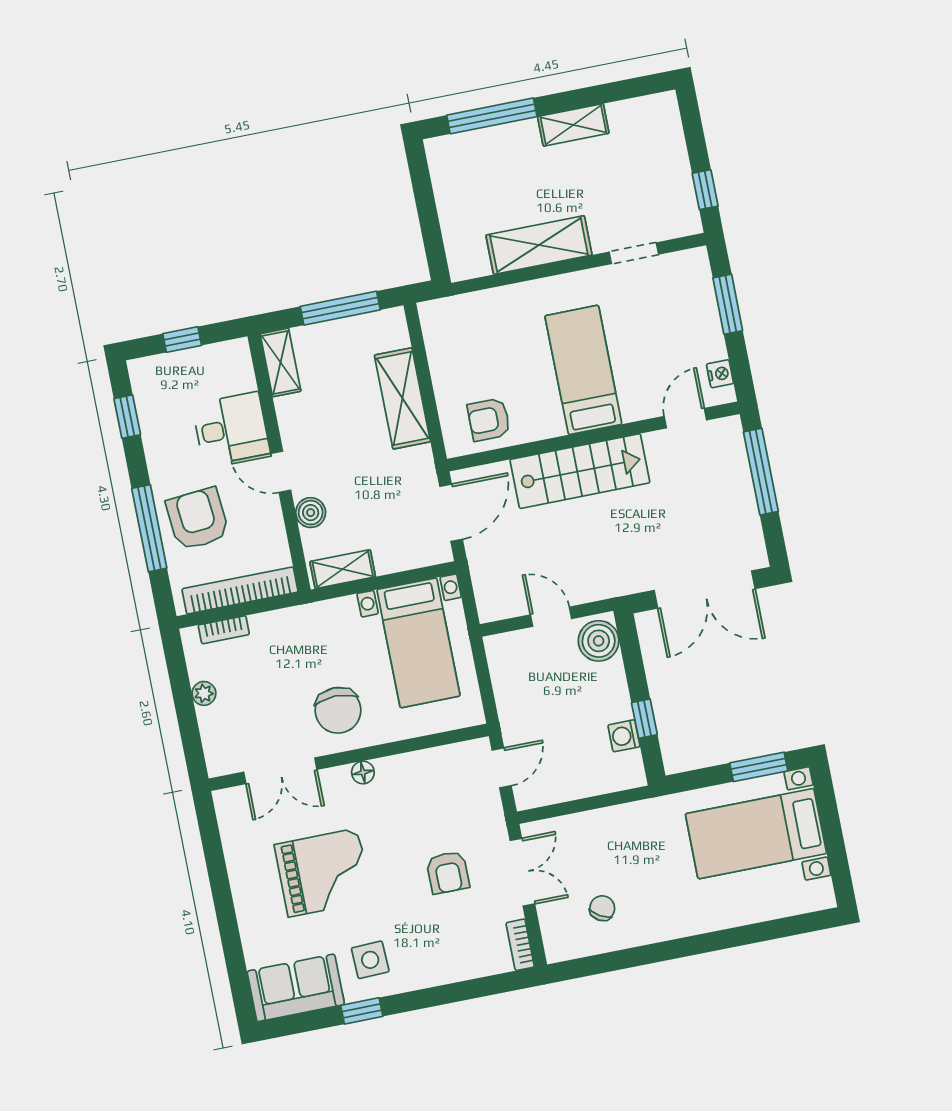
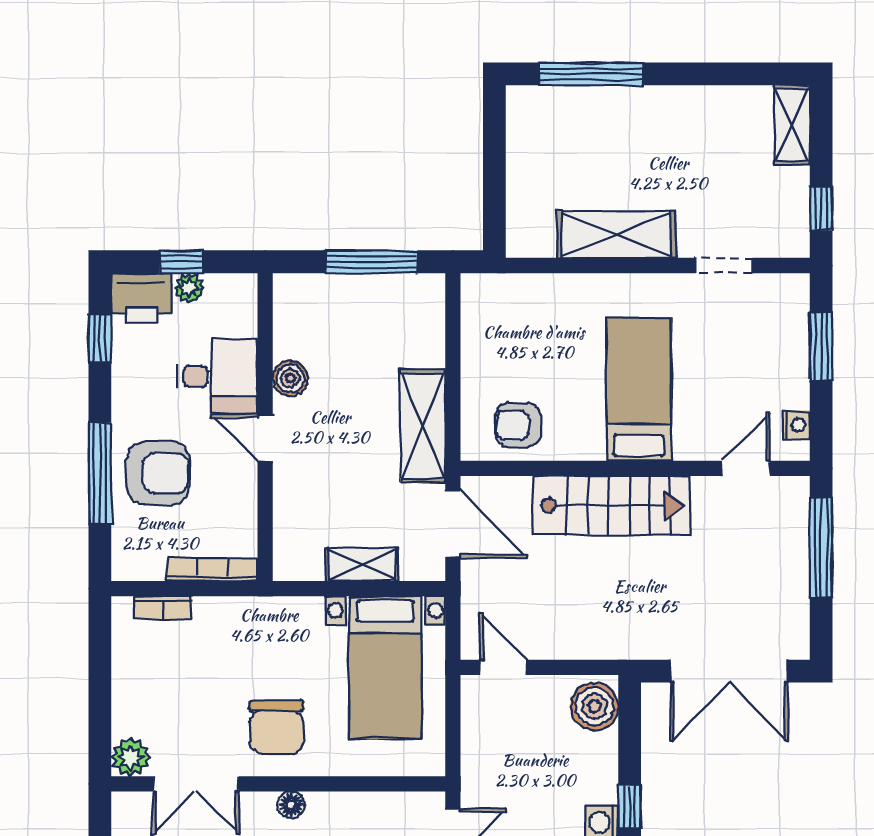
shelving: (573, 125) -> (792, 125), moved, turned 90
plant: (193, 360) -> (189, 288), added
shelving: (280, 362) -> (290, 311), removed
printer: (155, 376) -> (141, 298), added
shelving: (402, 398) -> (423, 426), moved
boiler: (311, 513) -> (290, 378), moved
door: (451, 513) -> (453, 524), hinge flipped
armchair: (198, 519) -> (158, 473), turned 95
shelving: (343, 569) -> (362, 565), moved
bookcase: (240, 590) -> (212, 569), width x0.68, depth x0.76
door: (551, 617) -> (503, 667), moved
plant: (204, 693) -> (130, 757), moved, width x1.38, depth x1.38

